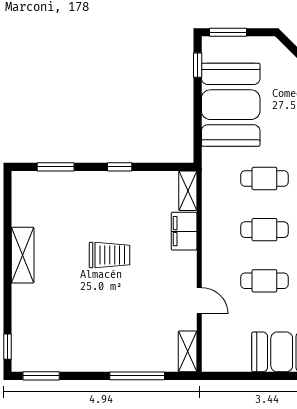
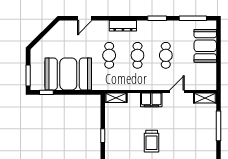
filing cabinet: (184, 231) -> (151, 100), moved
trolley: (110, 255) -> (152, 141), turned 180

